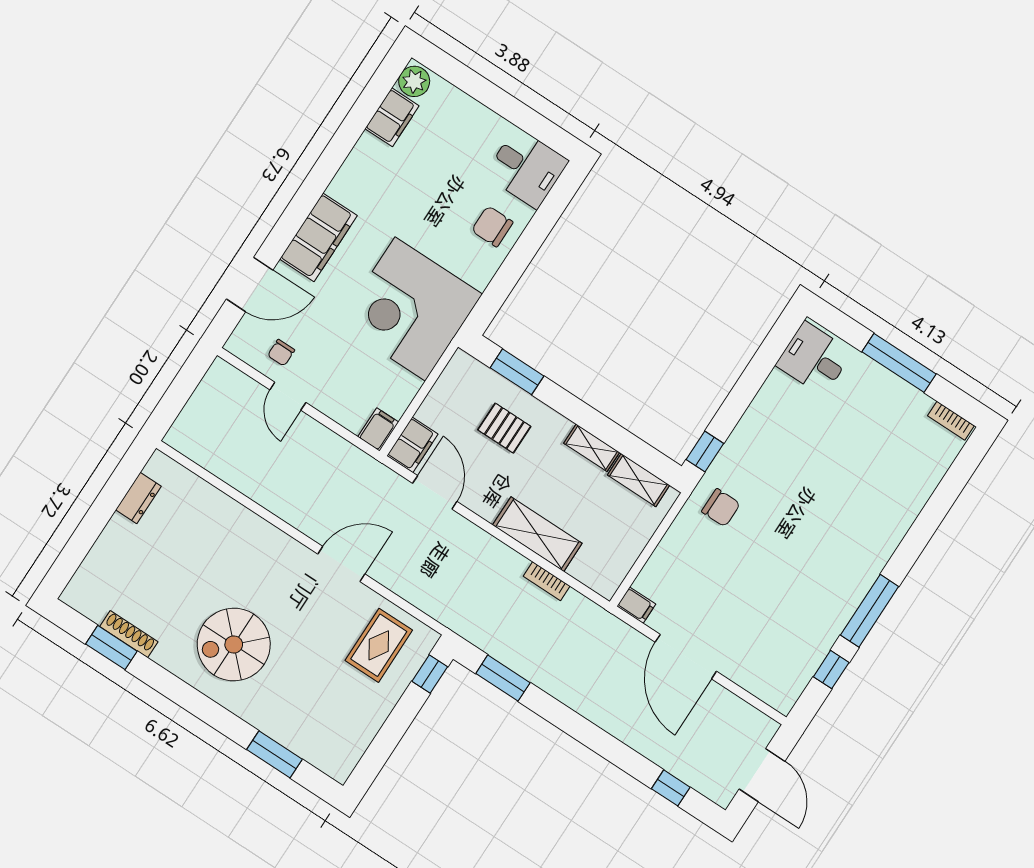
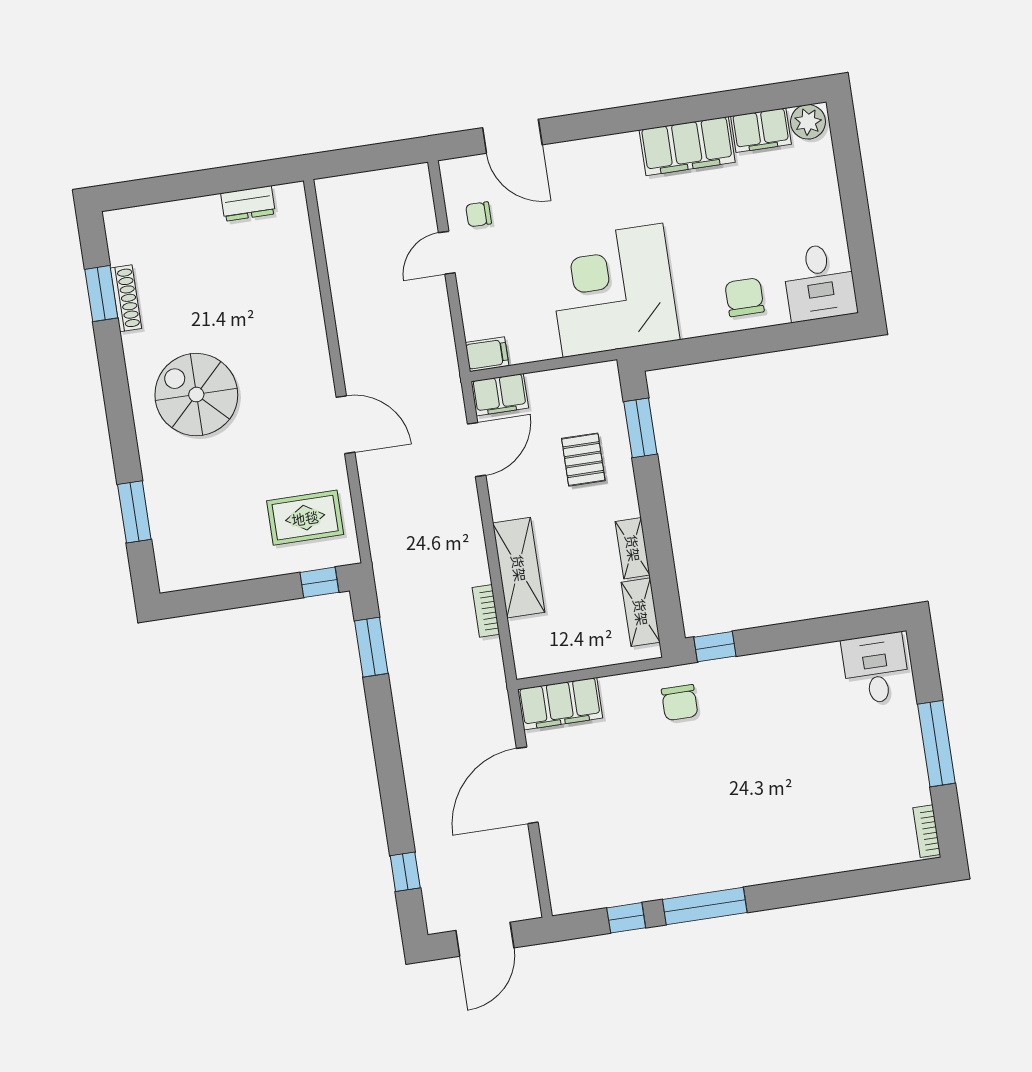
filing cabinet: (318, 237) -> (687, 146), moved
filing cabinet: (636, 605) -> (560, 704), width x3.00, depth x1.17

